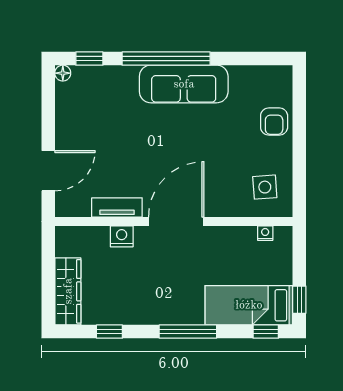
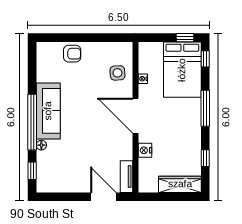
floor lamp: (63, 73) -> (41, 145), moved
side table: (265, 187) -> (117, 73), moved
tv unit: (117, 207) -> (127, 177), moved
nightstand: (265, 233) -> (143, 79), moved
bed: (249, 305) -> (182, 70), width x1.50

